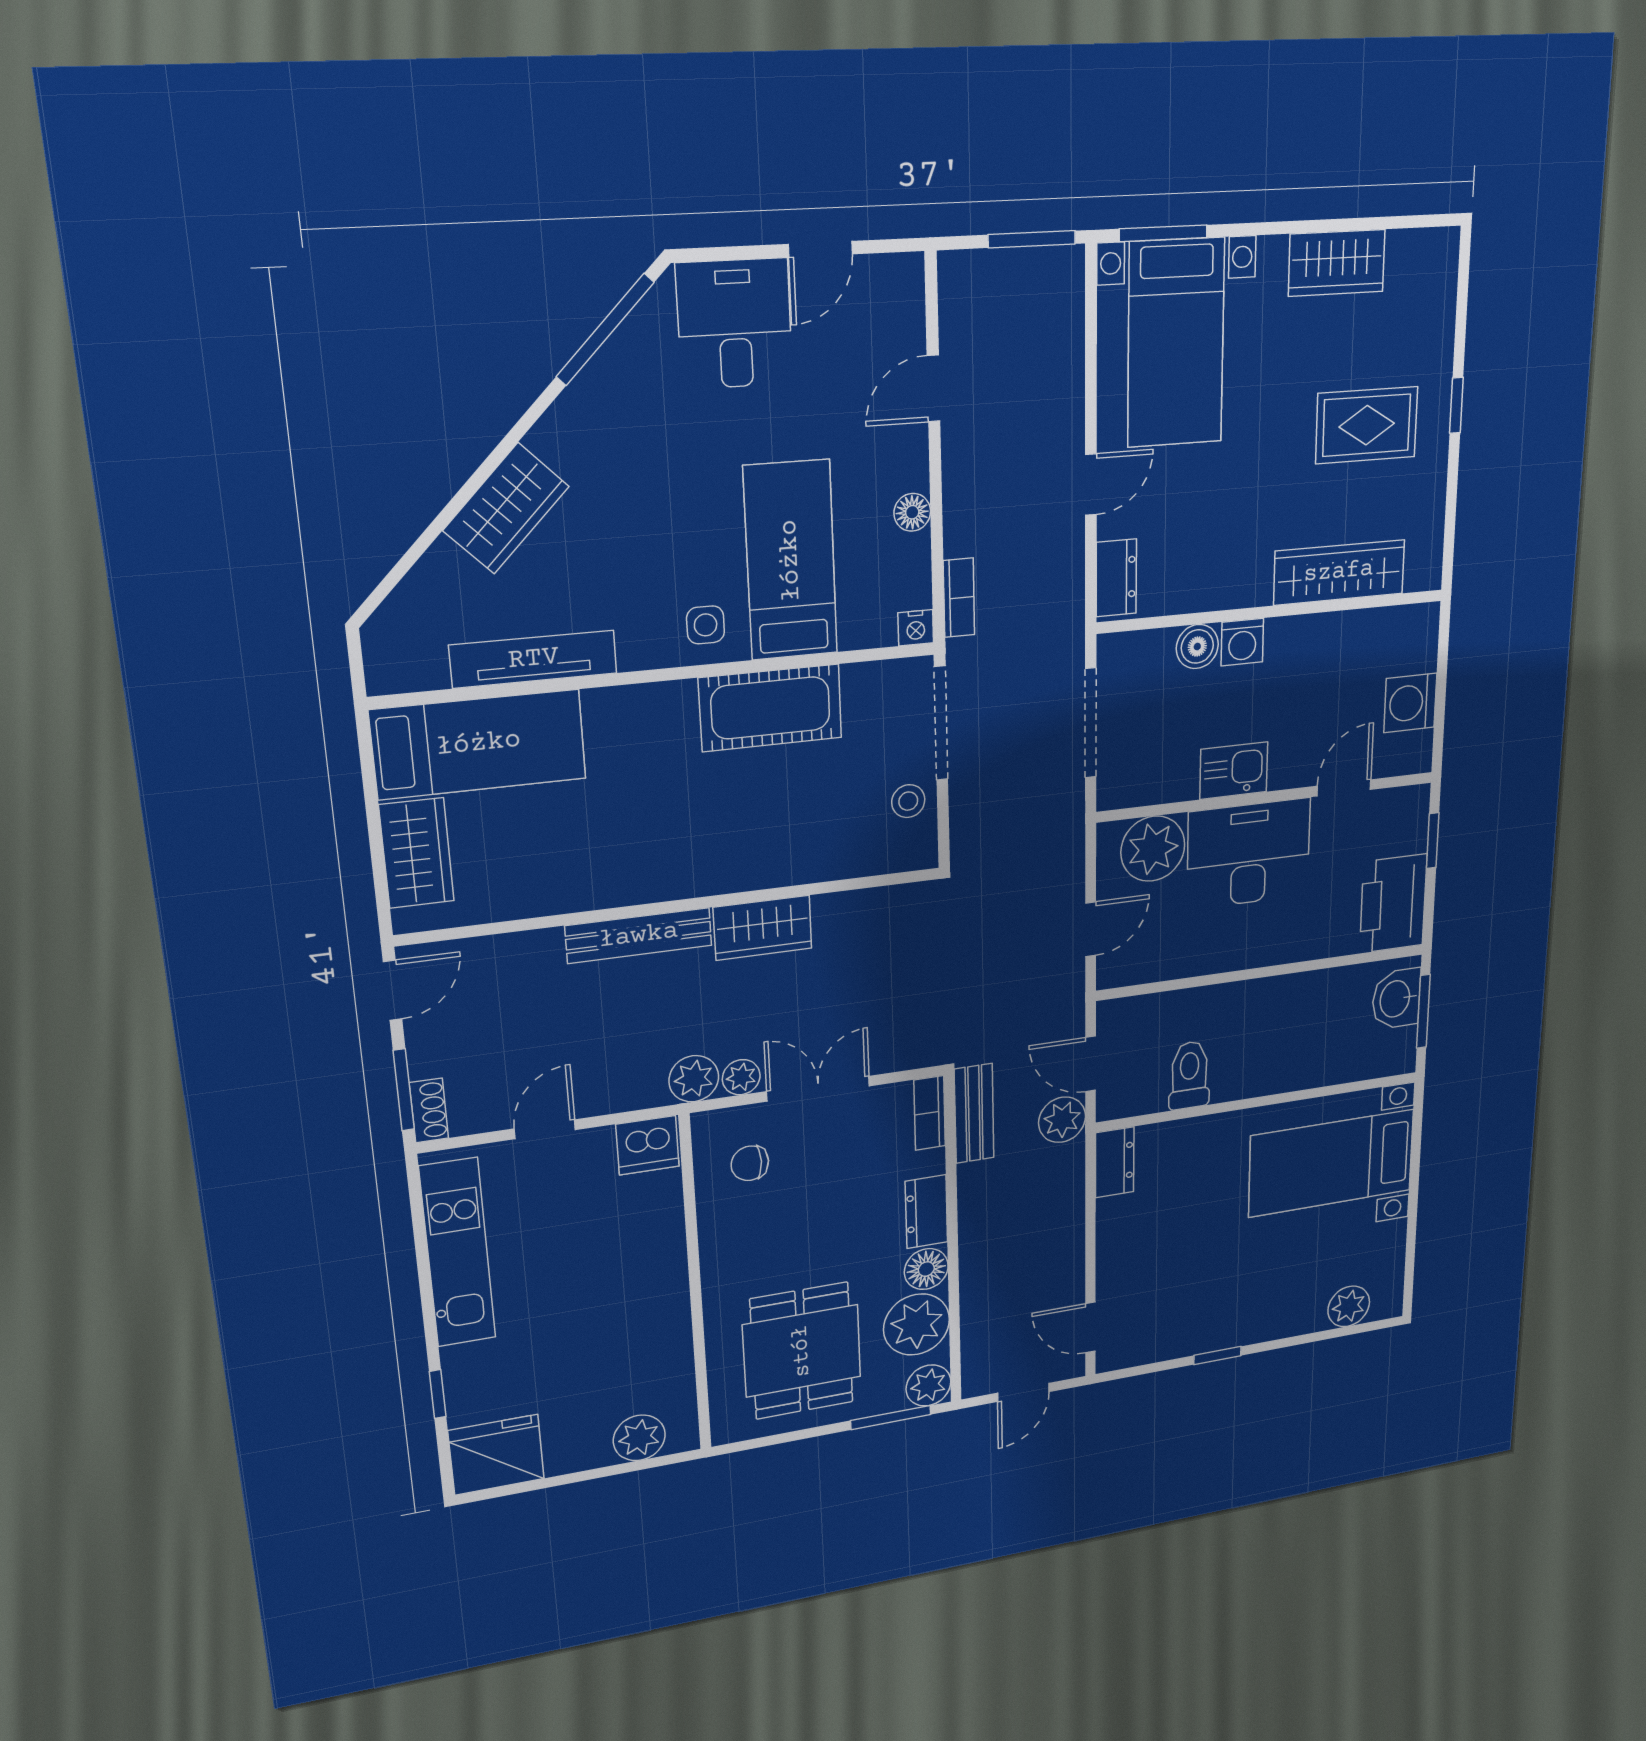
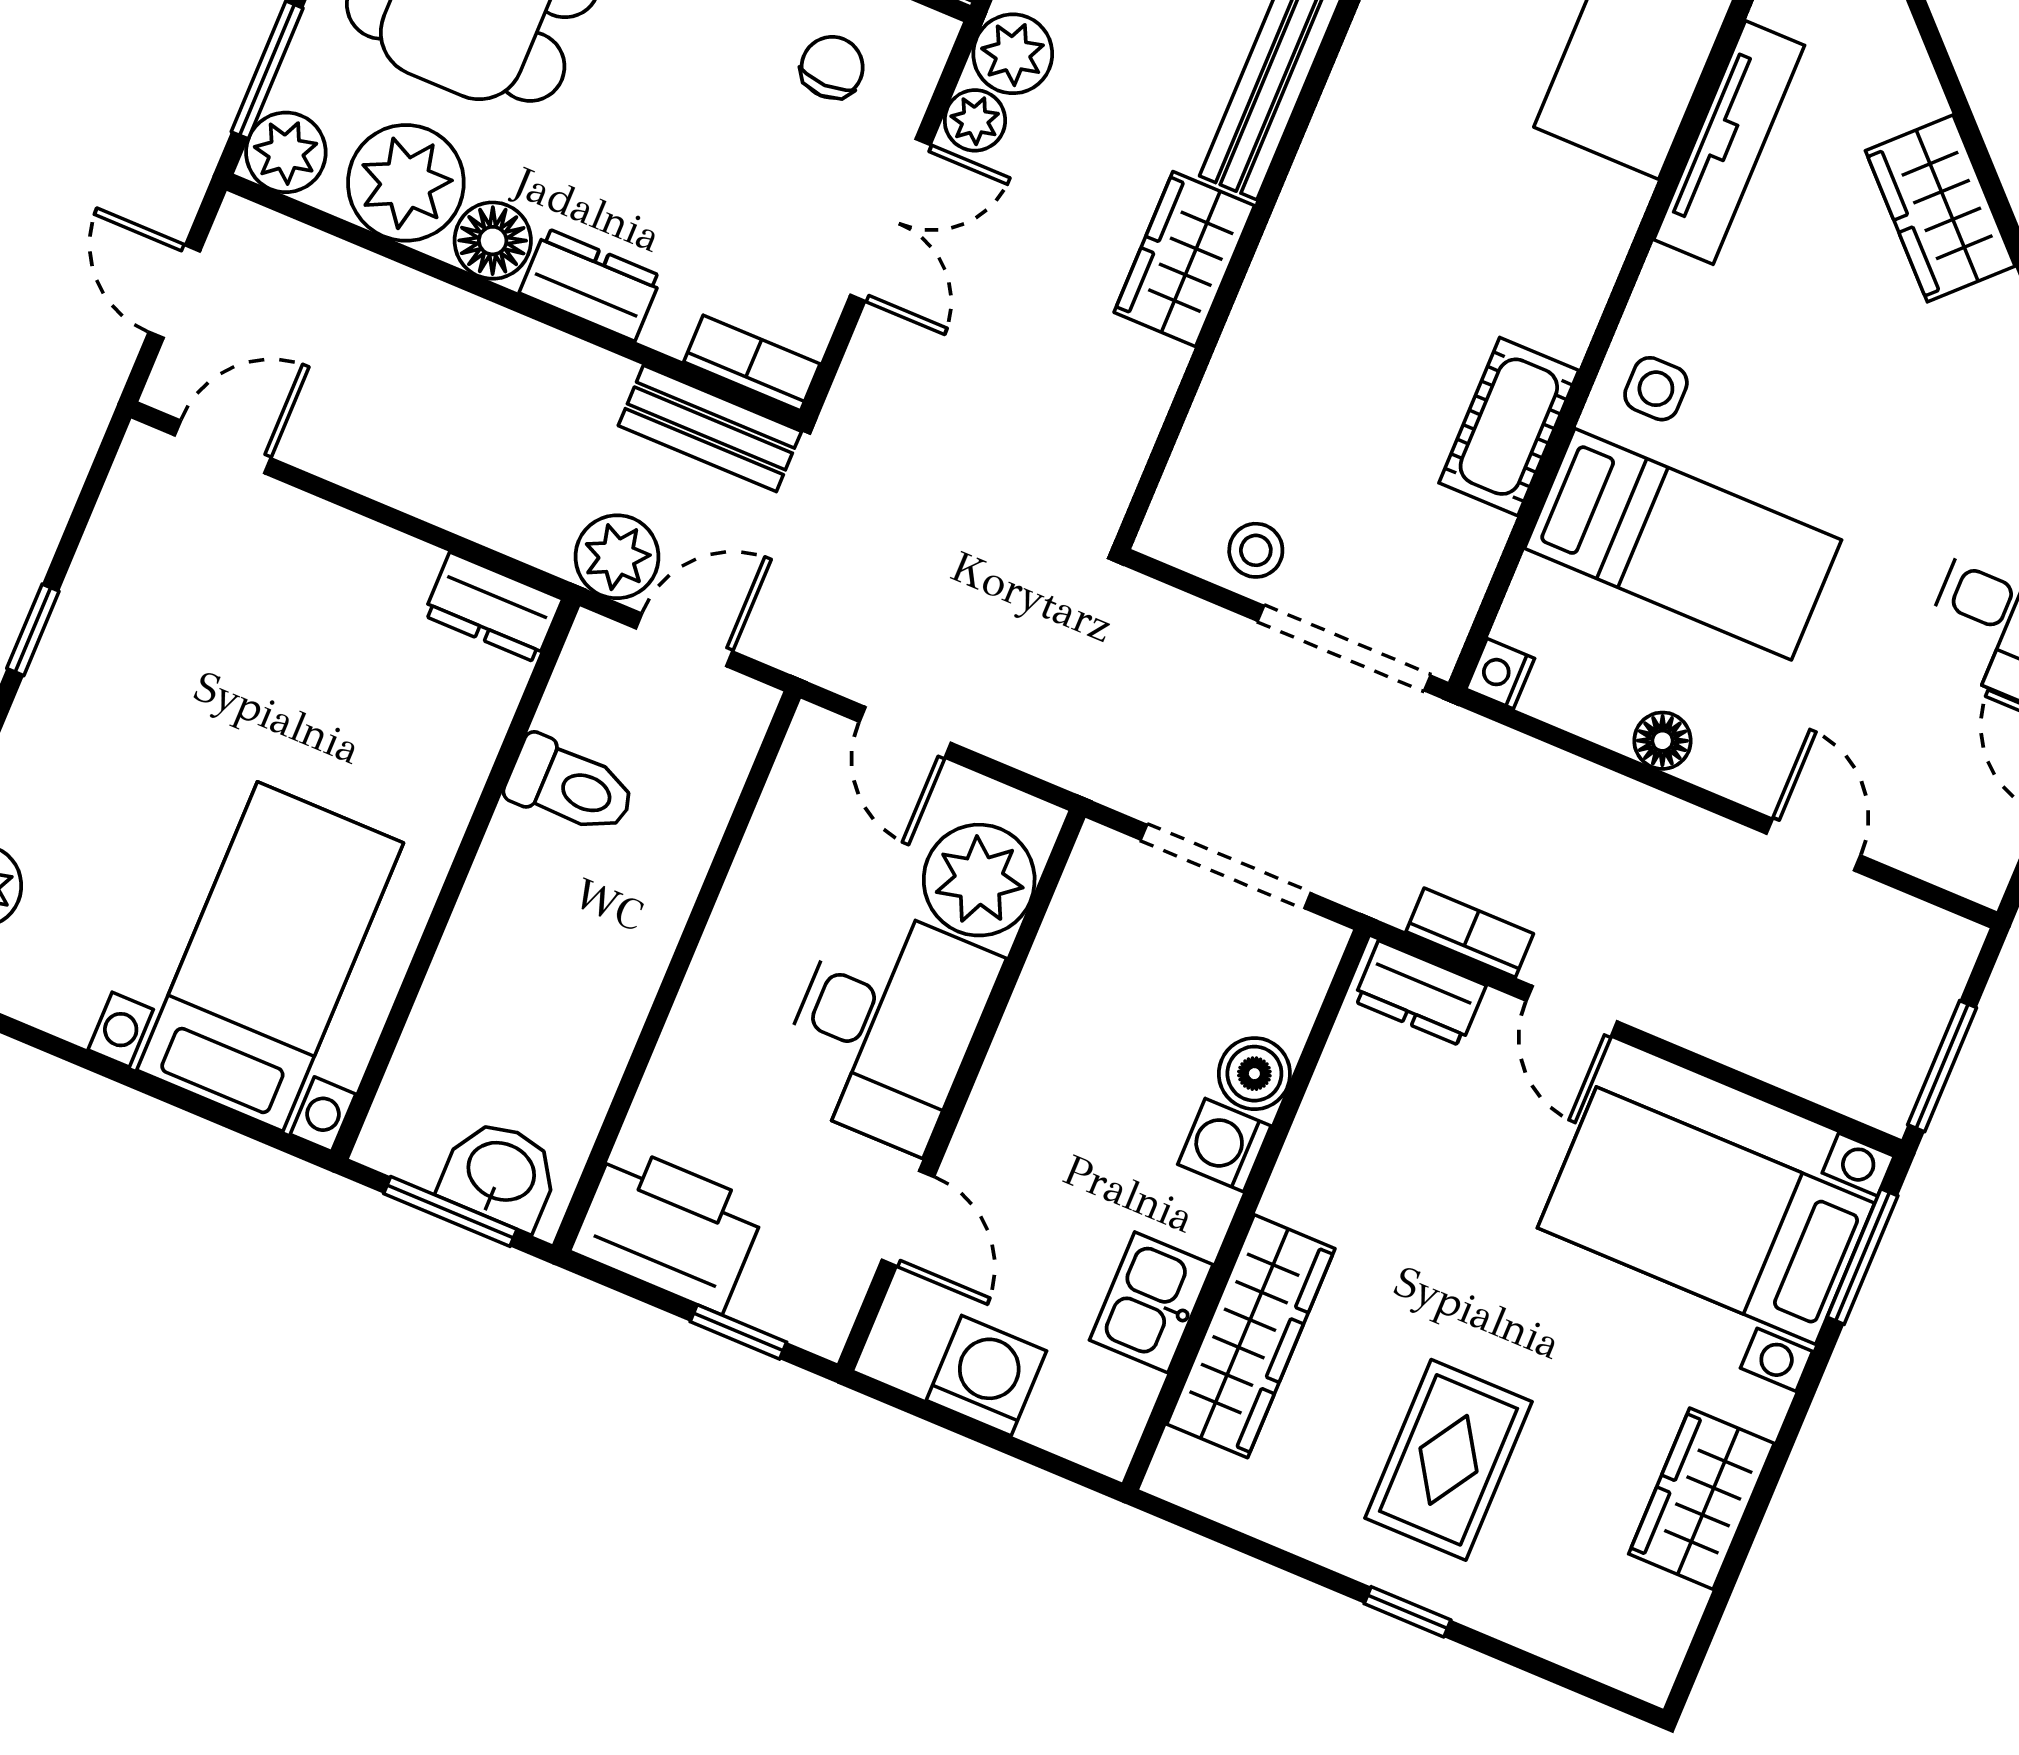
bookcase: (959, 598) -> (1470, 933), moved, turned 180
cot: (771, 708) -> (1509, 427), width x0.73, depth x0.75
kitchen sink: (1234, 771) -> (1151, 1302), moved, turned 180

